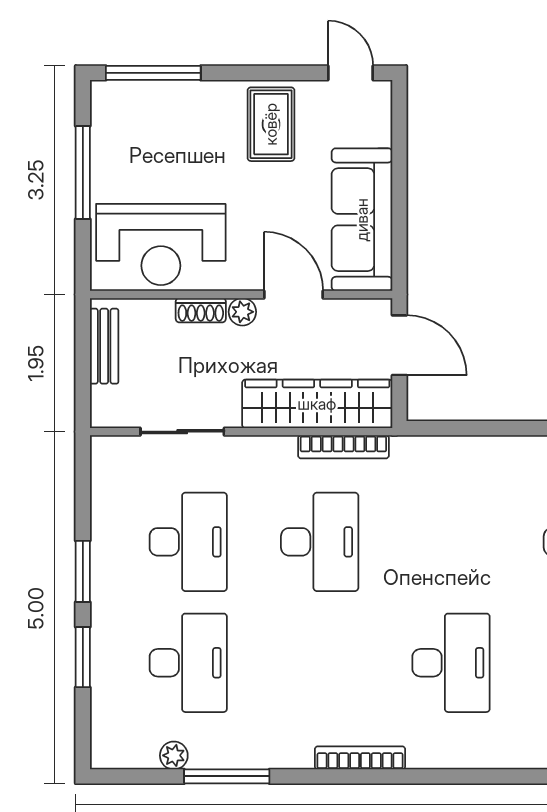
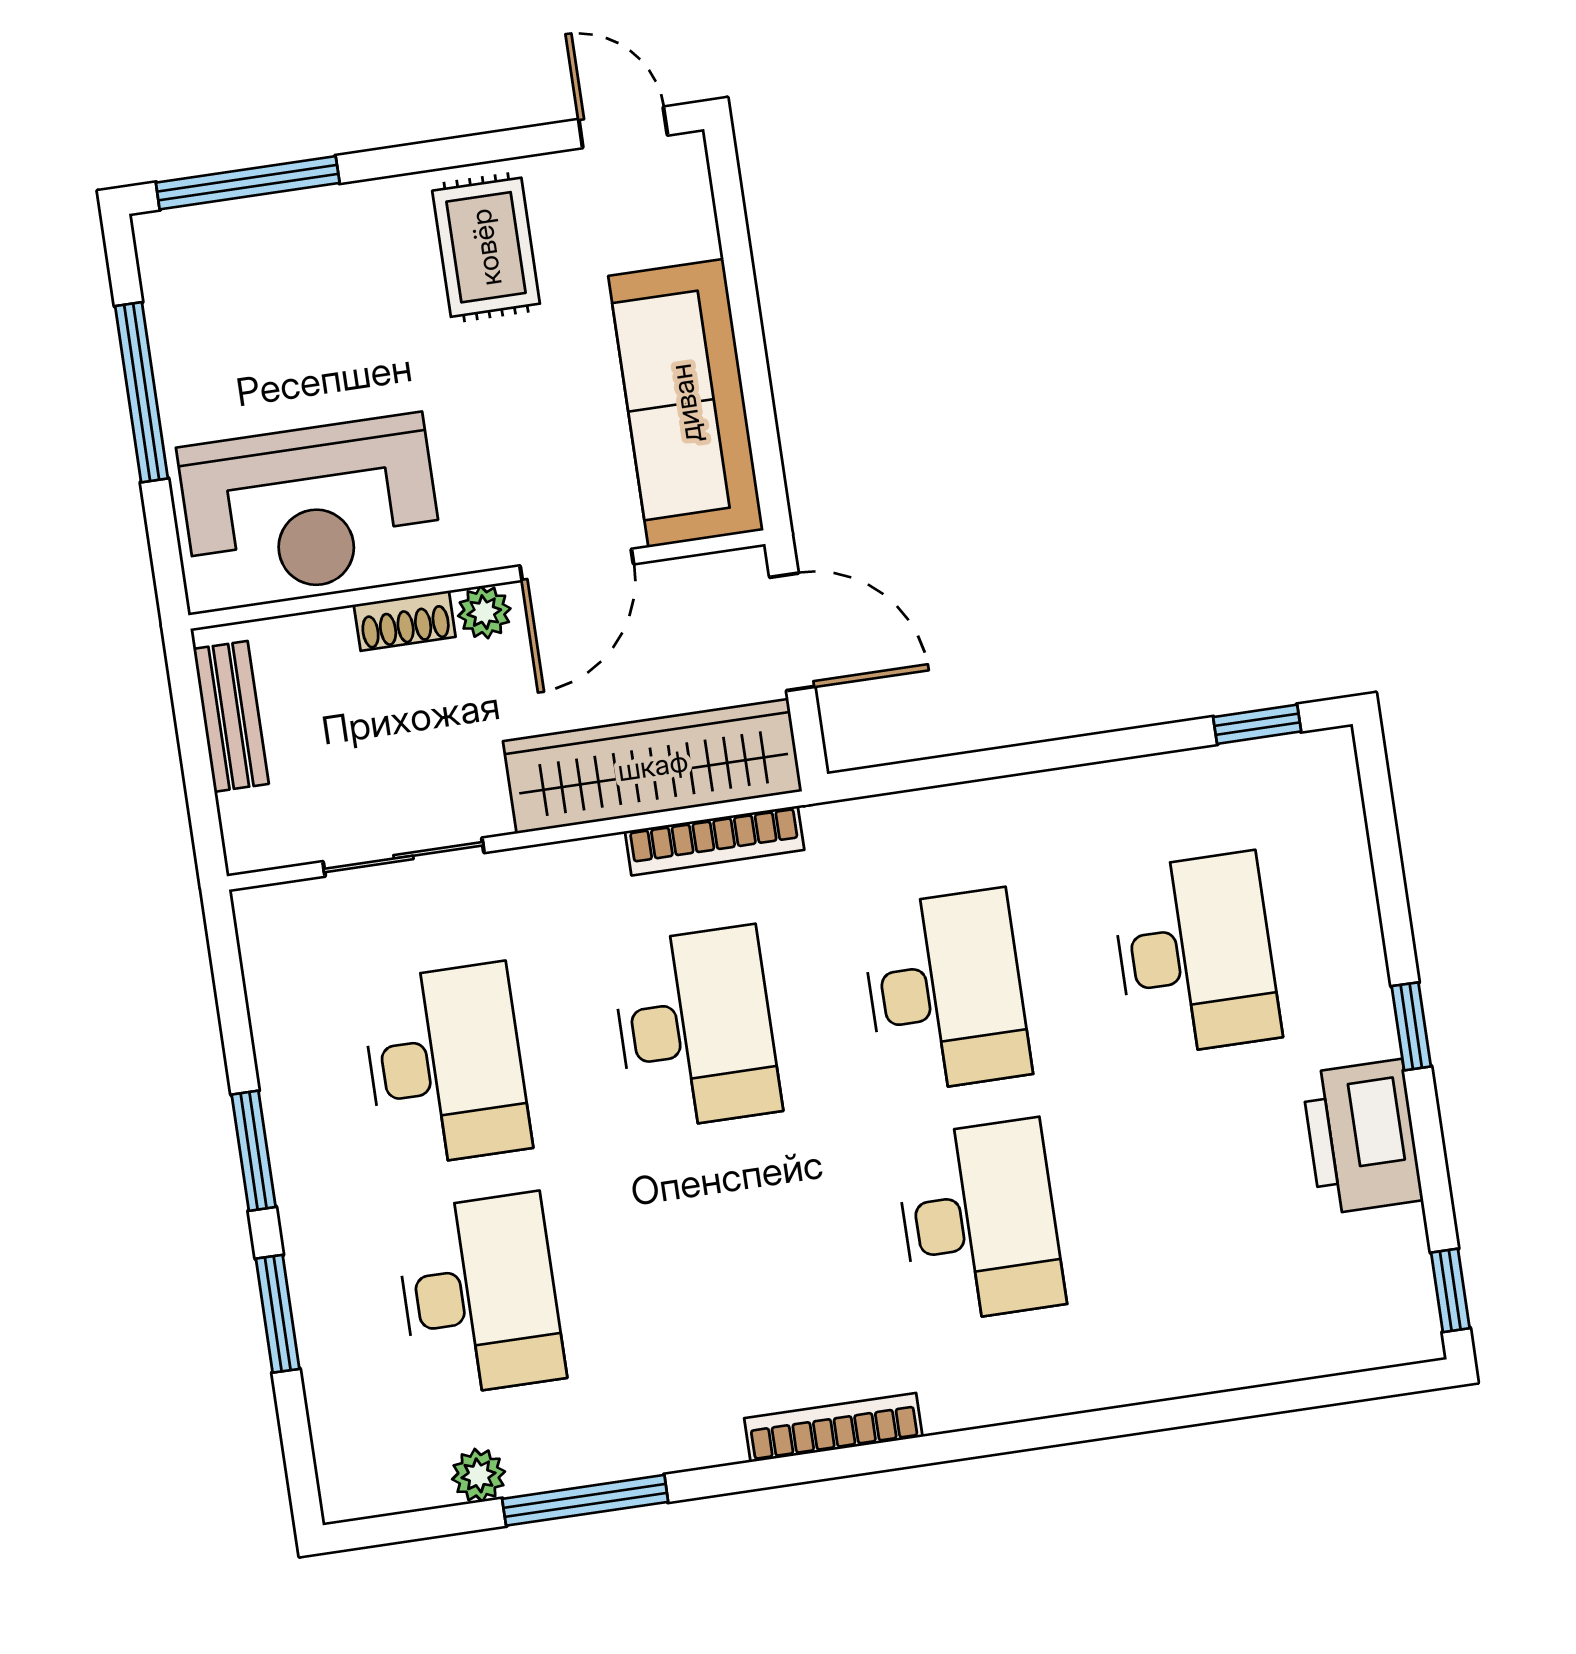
door: (294, 294) -> (577, 565), swing flipped
desk: (451, 542) -> (946, 991), added

